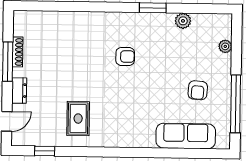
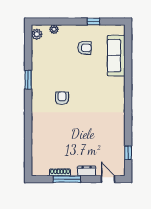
plant: (183, 21) -> (37, 34), moved
window: (236, 104) -> (93, 22), width x0.32
rug: (78, 119) -> (105, 130), removed

